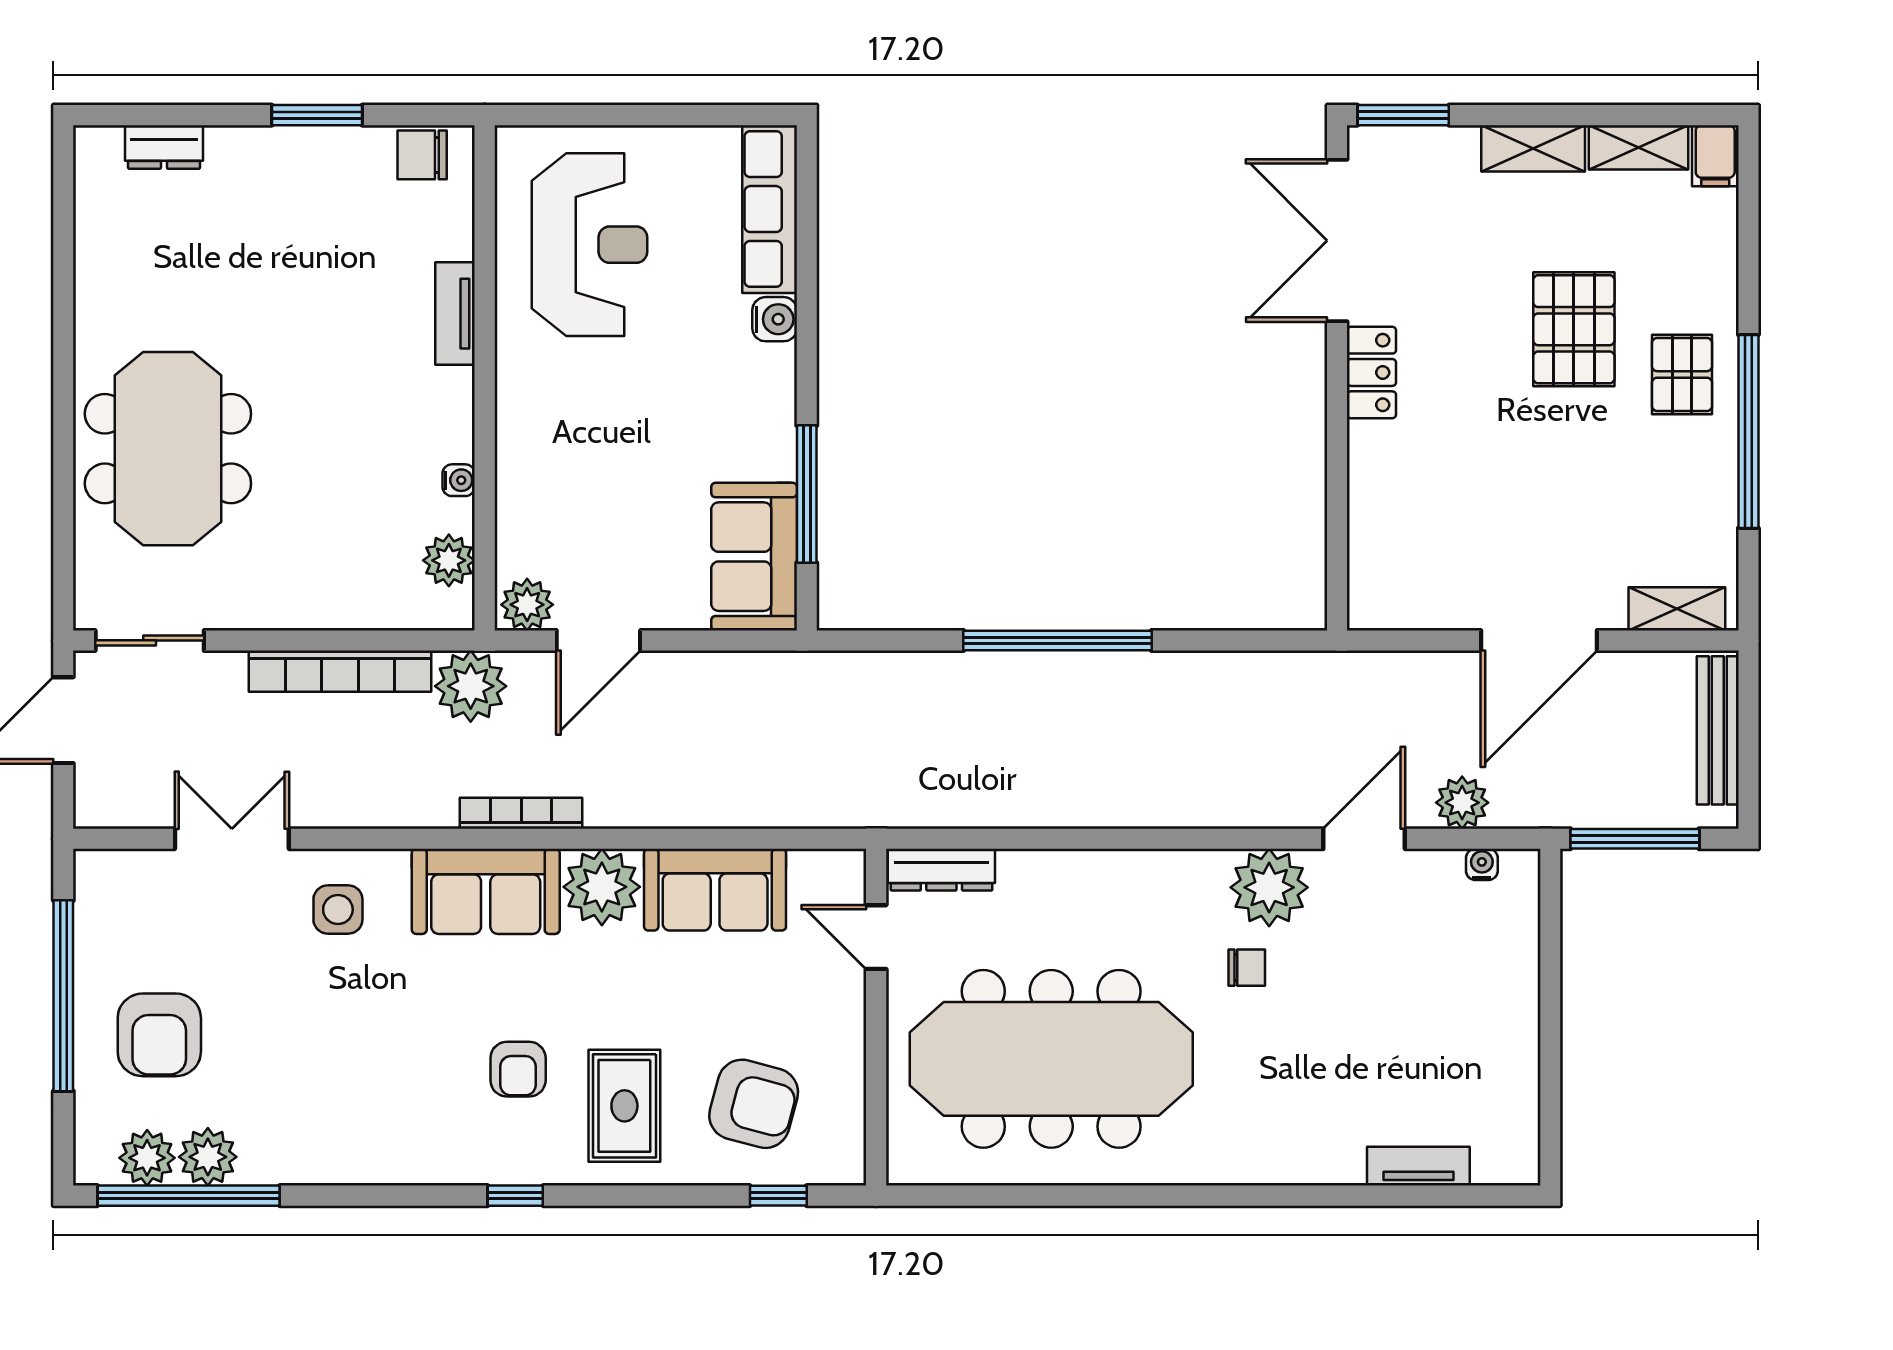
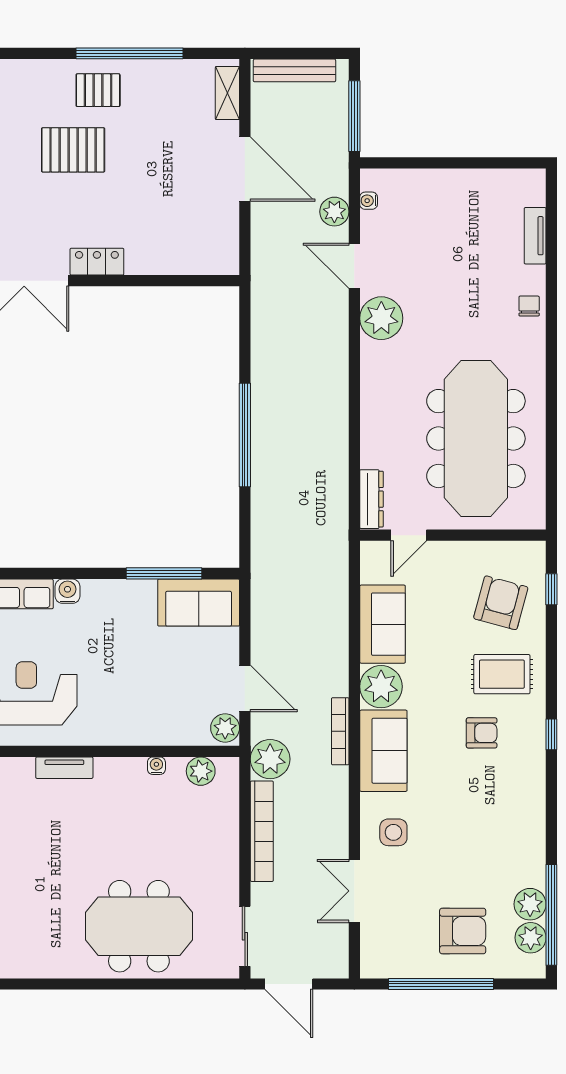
chair: (1247, 968) -> (529, 306), moved

